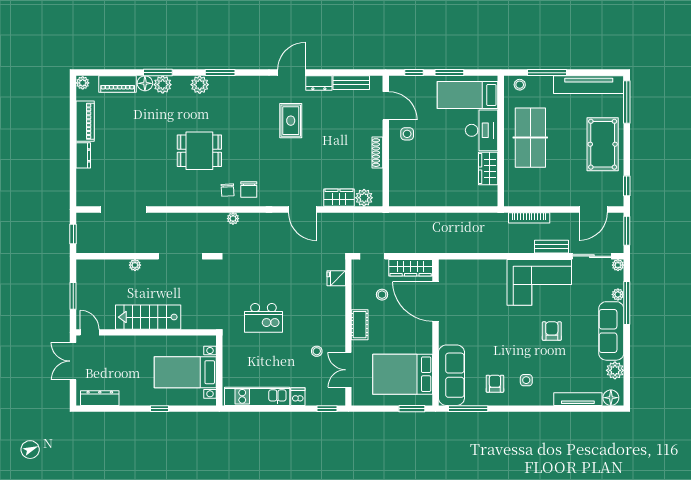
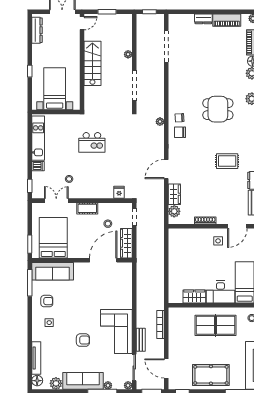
dining table: (199, 151) -> (218, 109), moved, turned 90
kitchen island: (263, 318) -> (92, 142), turned -90

